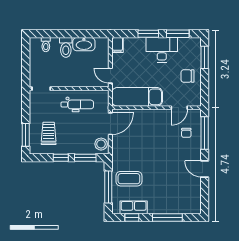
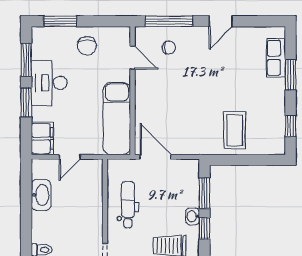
filing cabinet: (118, 45) -> (42, 138), width x2.00
toilet: (66, 47) -> (46, 221), removed
door: (110, 76) -> (70, 157), moved
stool: (101, 144) -> (185, 170), removed
washbasin: (69, 149) -> (192, 216), added
window: (108, 187) -> (247, 160), removed
row of seats: (134, 207) -> (276, 58), moved
window: (167, 217) -> (291, 75), width x0.69

